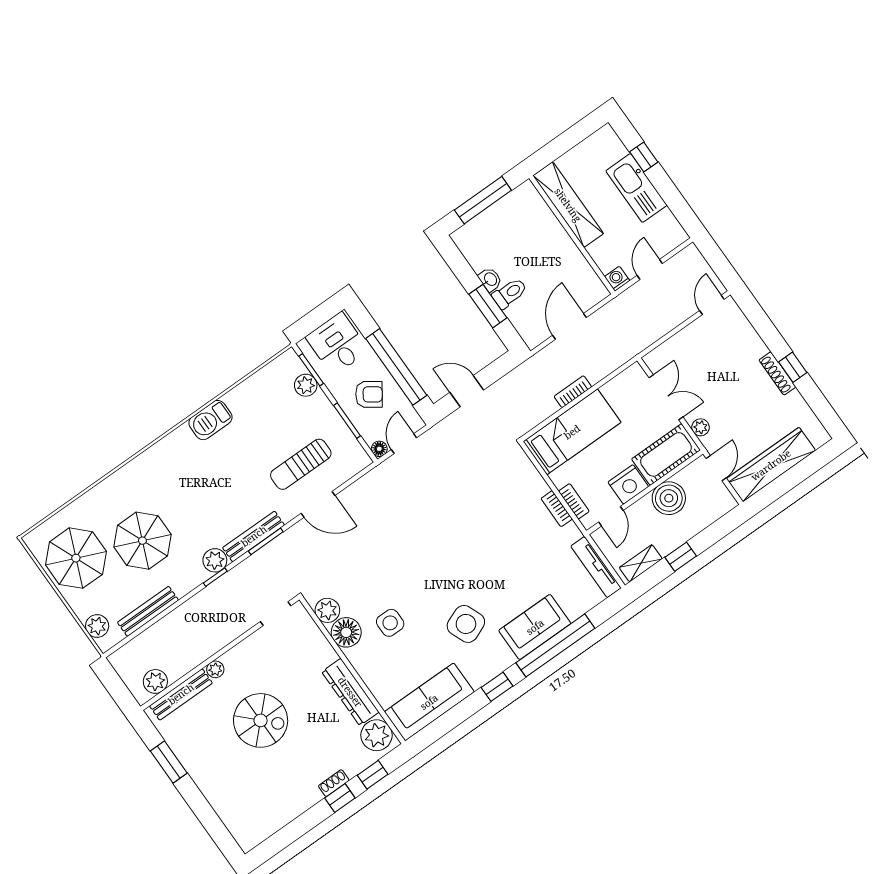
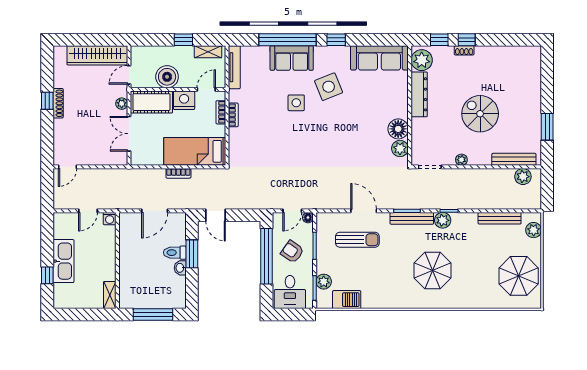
shelving: (568, 205) -> (110, 295), width x0.45, depth x0.75
door: (467, 391) -> (216, 215), moved
barbecue: (210, 420) -> (347, 300), moved
parasol: (142, 541) -> (432, 270), moved
side table: (390, 623) -> (296, 103), moved
plant: (215, 669) -> (461, 160), moved

